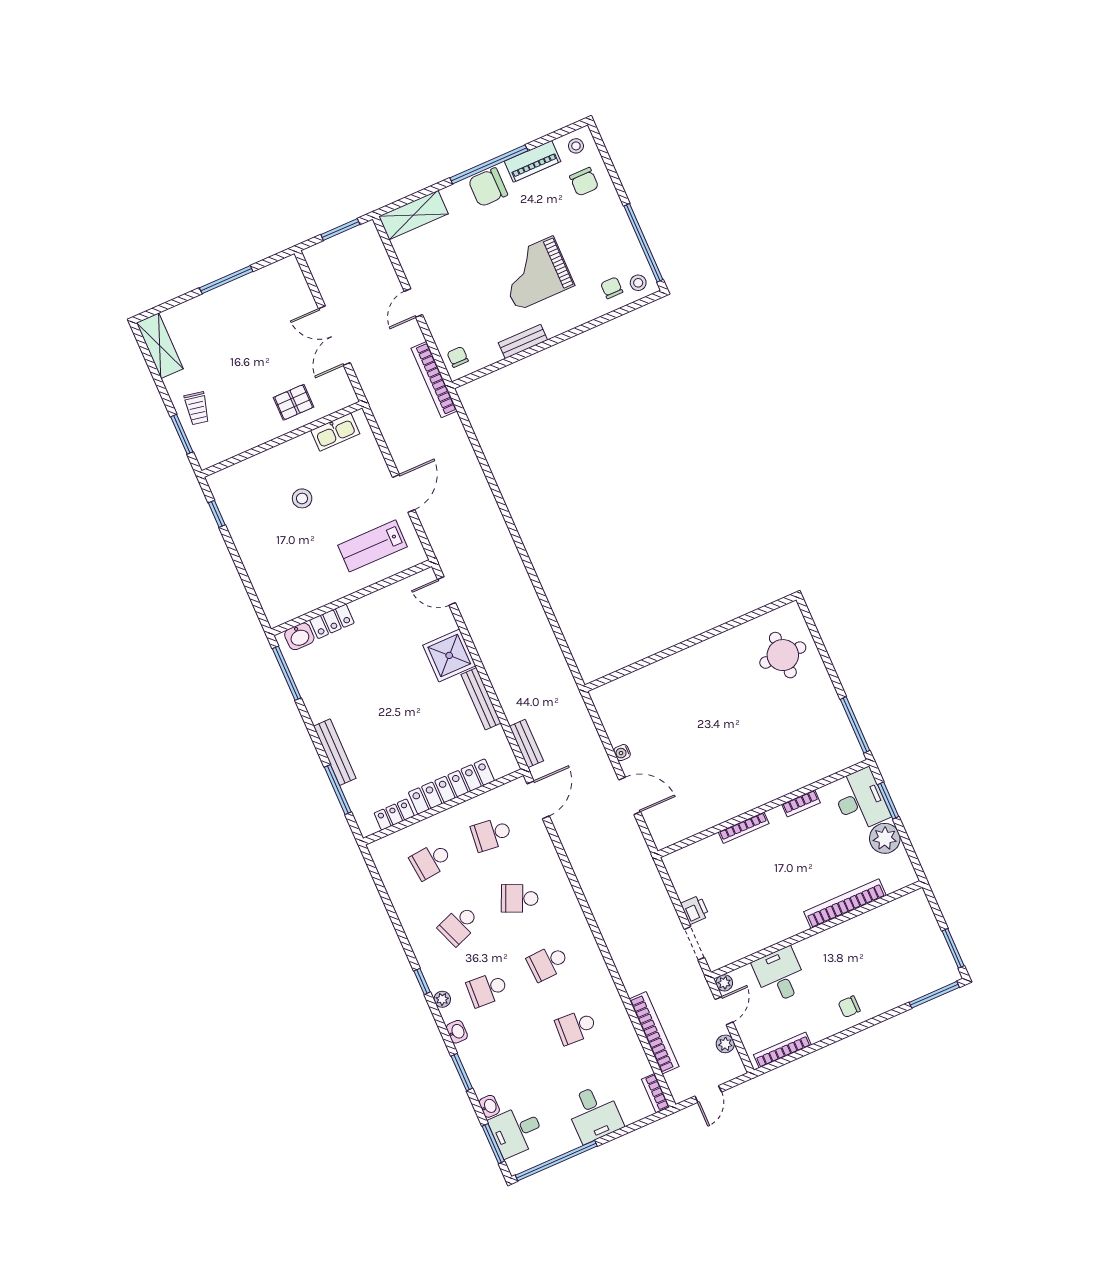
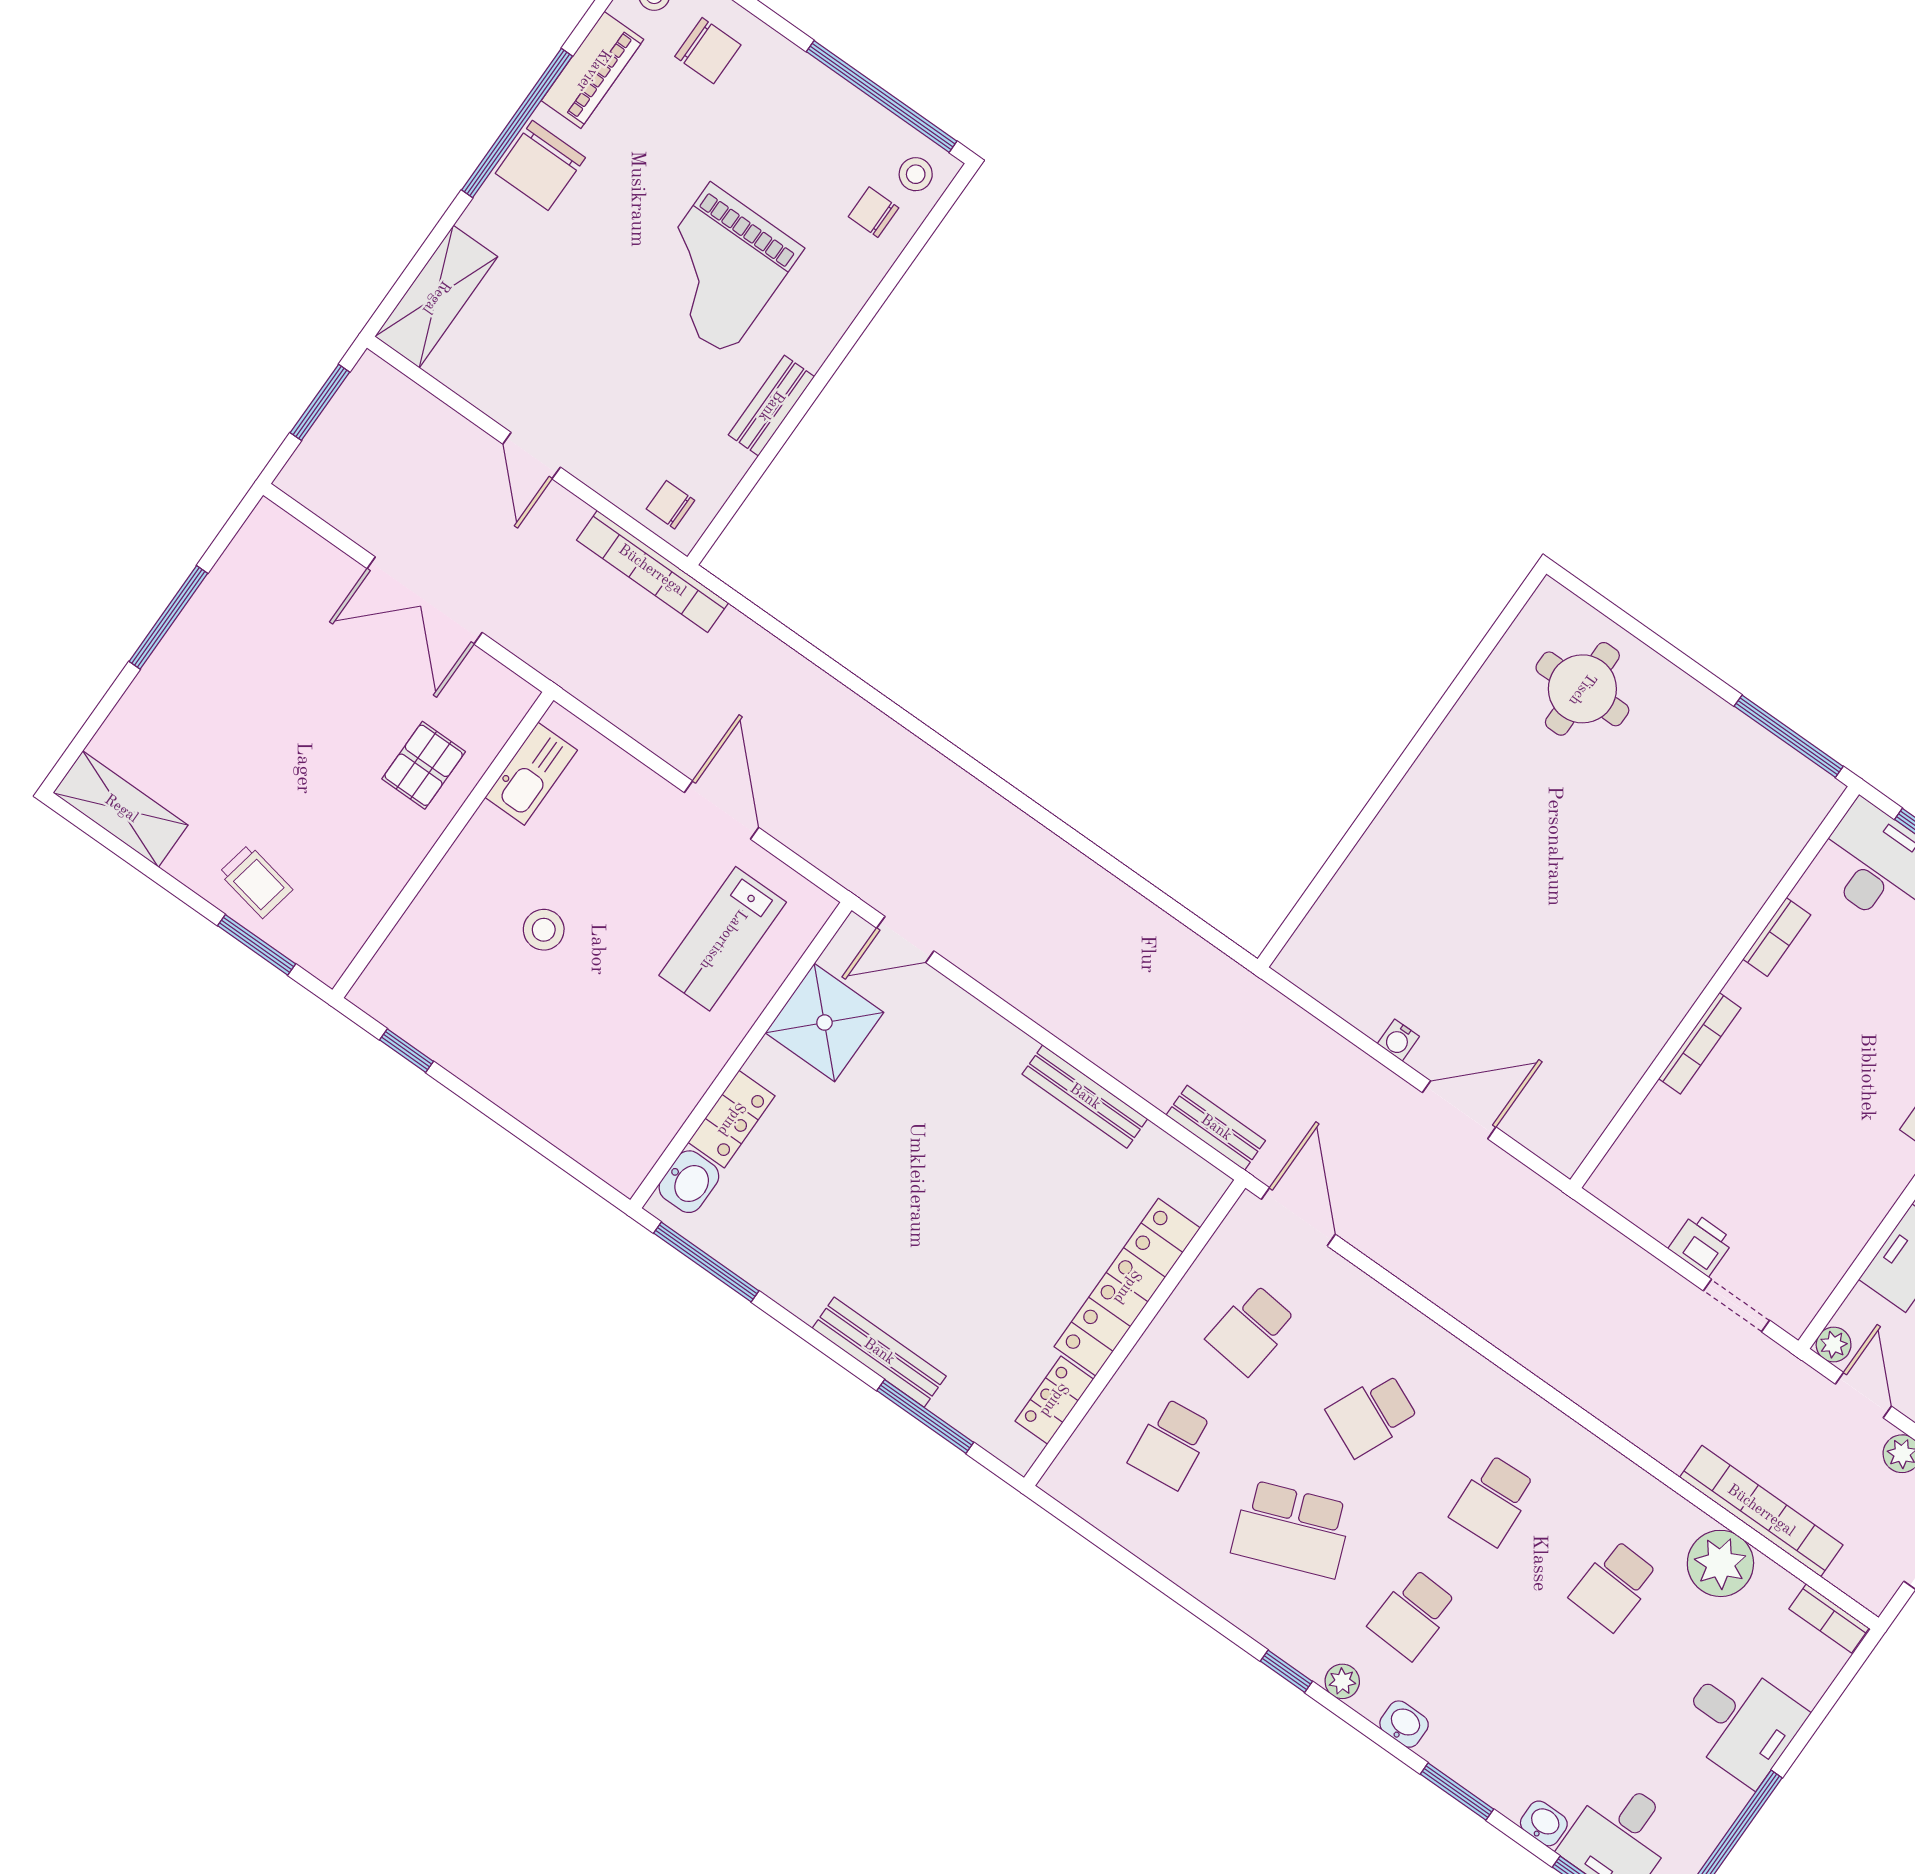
shower: (449, 655) -> (824, 1023), moved
school desk: (459, 925) -> (1292, 1529), width x1.85
plant: (625, 1044) -> (1720, 1563), added

